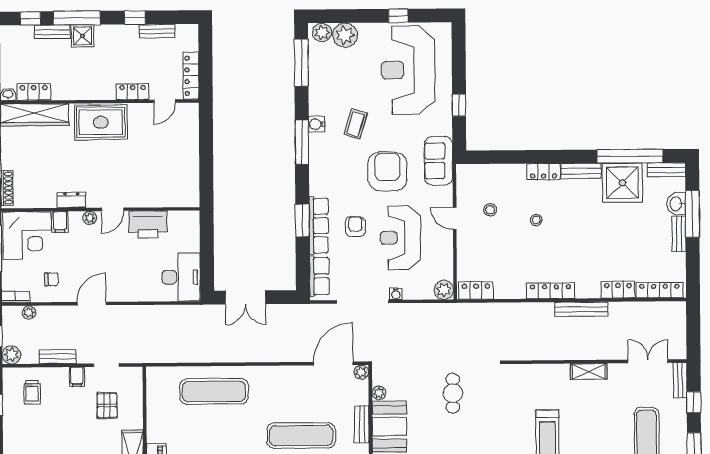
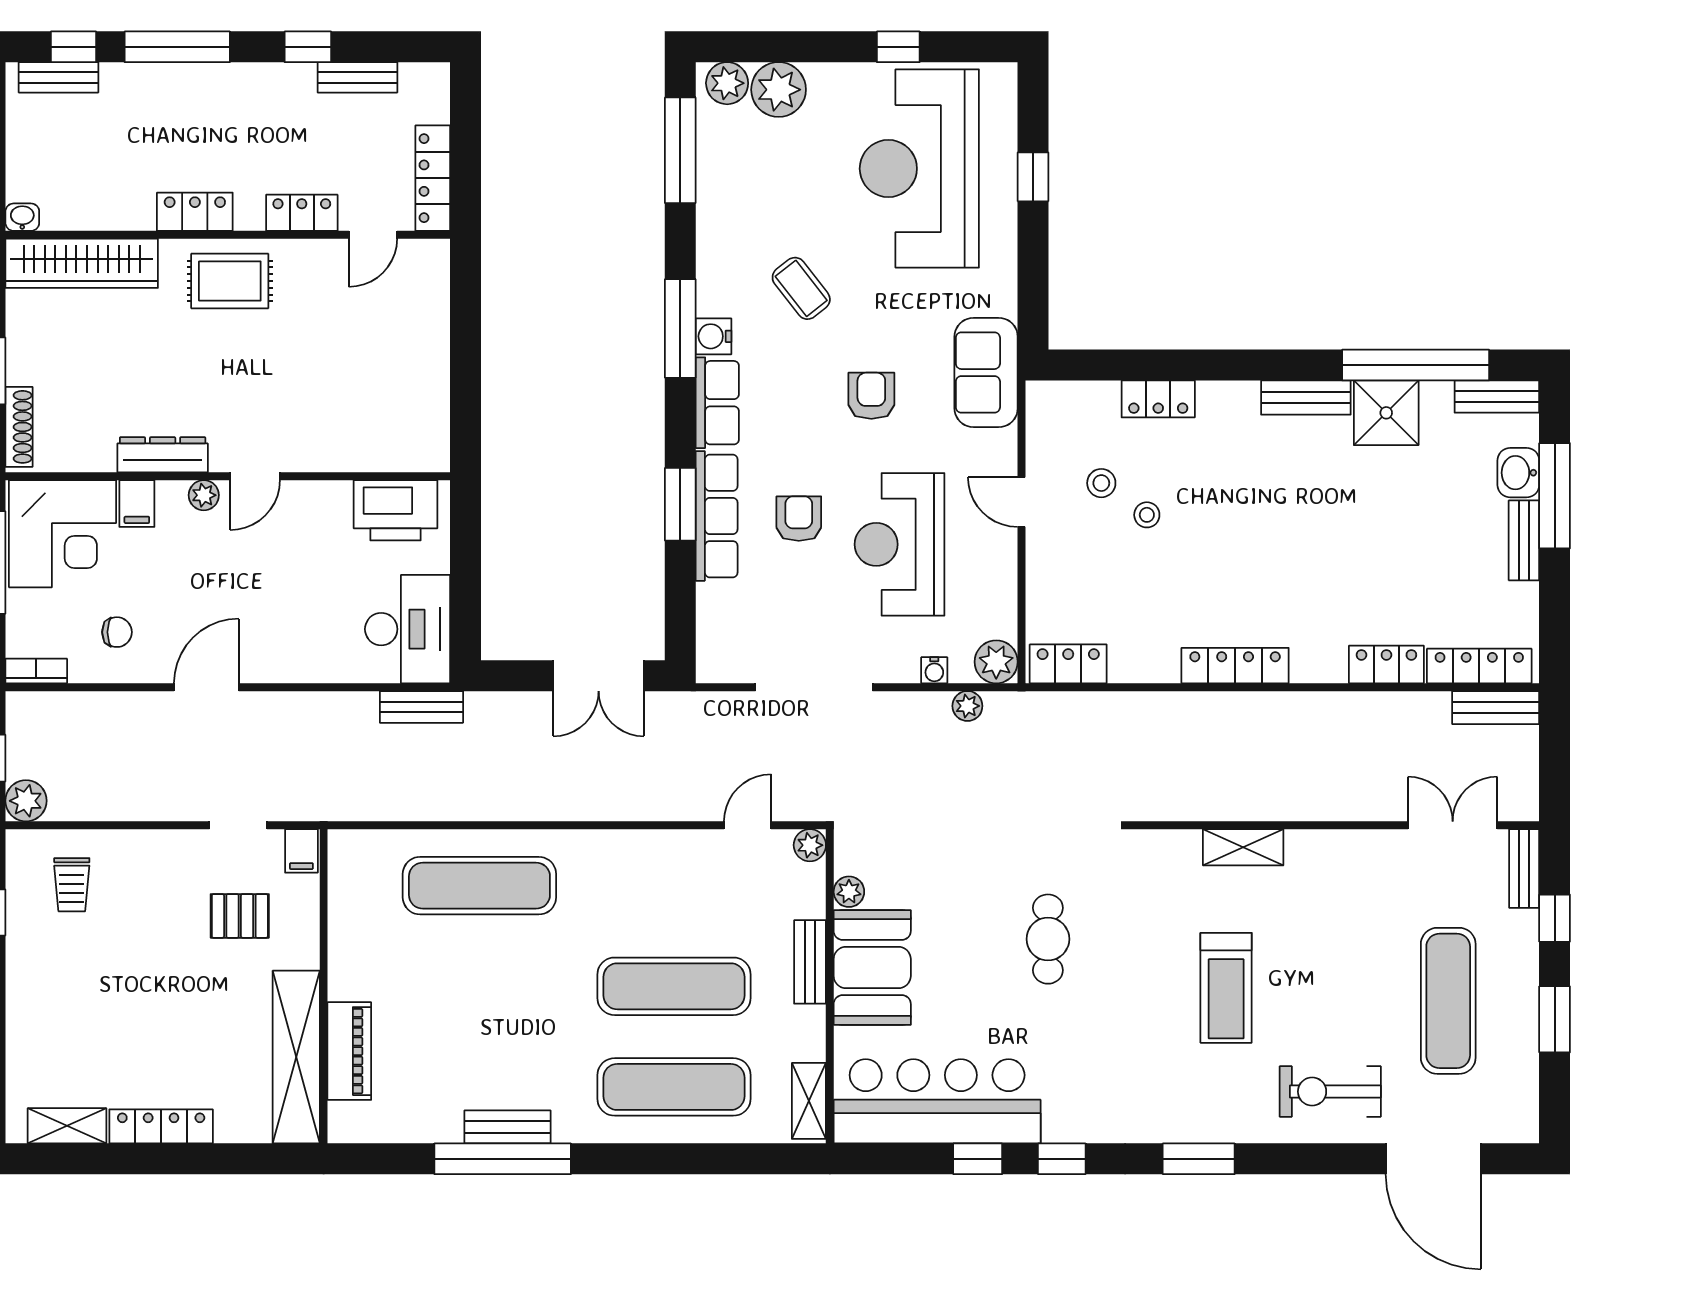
bench: (52, 32) -> (59, 77), moved
shower: (82, 36) -> (190, 87), removed
locker: (34, 92) -> (195, 212), moved
window: (459, 105) -> (1033, 177), moved
rug: (101, 122) -> (230, 281), width x0.73, depth x0.70
water cooler: (317, 124) -> (714, 336), moved
coffee table: (356, 124) -> (801, 288), turned -55
armchair: (387, 172) -> (871, 396), width x0.53, depth x0.53
locker: (544, 172) -> (1158, 399), moved
shower: (622, 183) -> (1386, 413), width x0.73, depth x0.73
dresser: (71, 200) -> (163, 455), width x1.44
stool: (536, 220) -> (1147, 515), moved
printer: (148, 224) -> (395, 510), moved
row of seats: (319, 276) -> (717, 403), moved
water cooler: (396, 294) -> (934, 670), moved
double door: (245, 297) -> (599, 676), moved
bench: (581, 309) -> (1496, 708), moved, width x0.73
plant: (29, 312) -> (967, 706), moved
bench: (57, 357) -> (421, 707), moved
door: (333, 363) -> (748, 825), width x0.53
shelving: (589, 372) -> (1243, 847), moved
filing cabinet: (77, 377) -> (301, 851), moved
cafe table: (453, 393) -> (1048, 939), moved
pallet: (107, 406) -> (240, 916), turned 90

